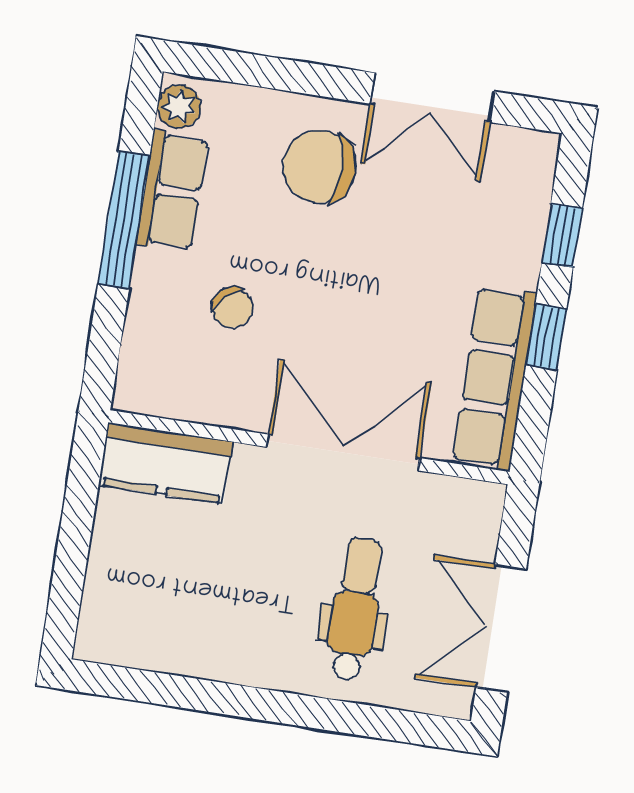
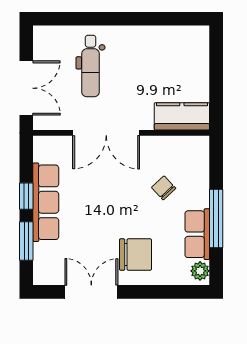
window: (562, 235) -> (26, 241), width x1.50
row of seats: (495, 378) -> (46, 202), moved
double door: (501, 628) -> (26, 88), moved

